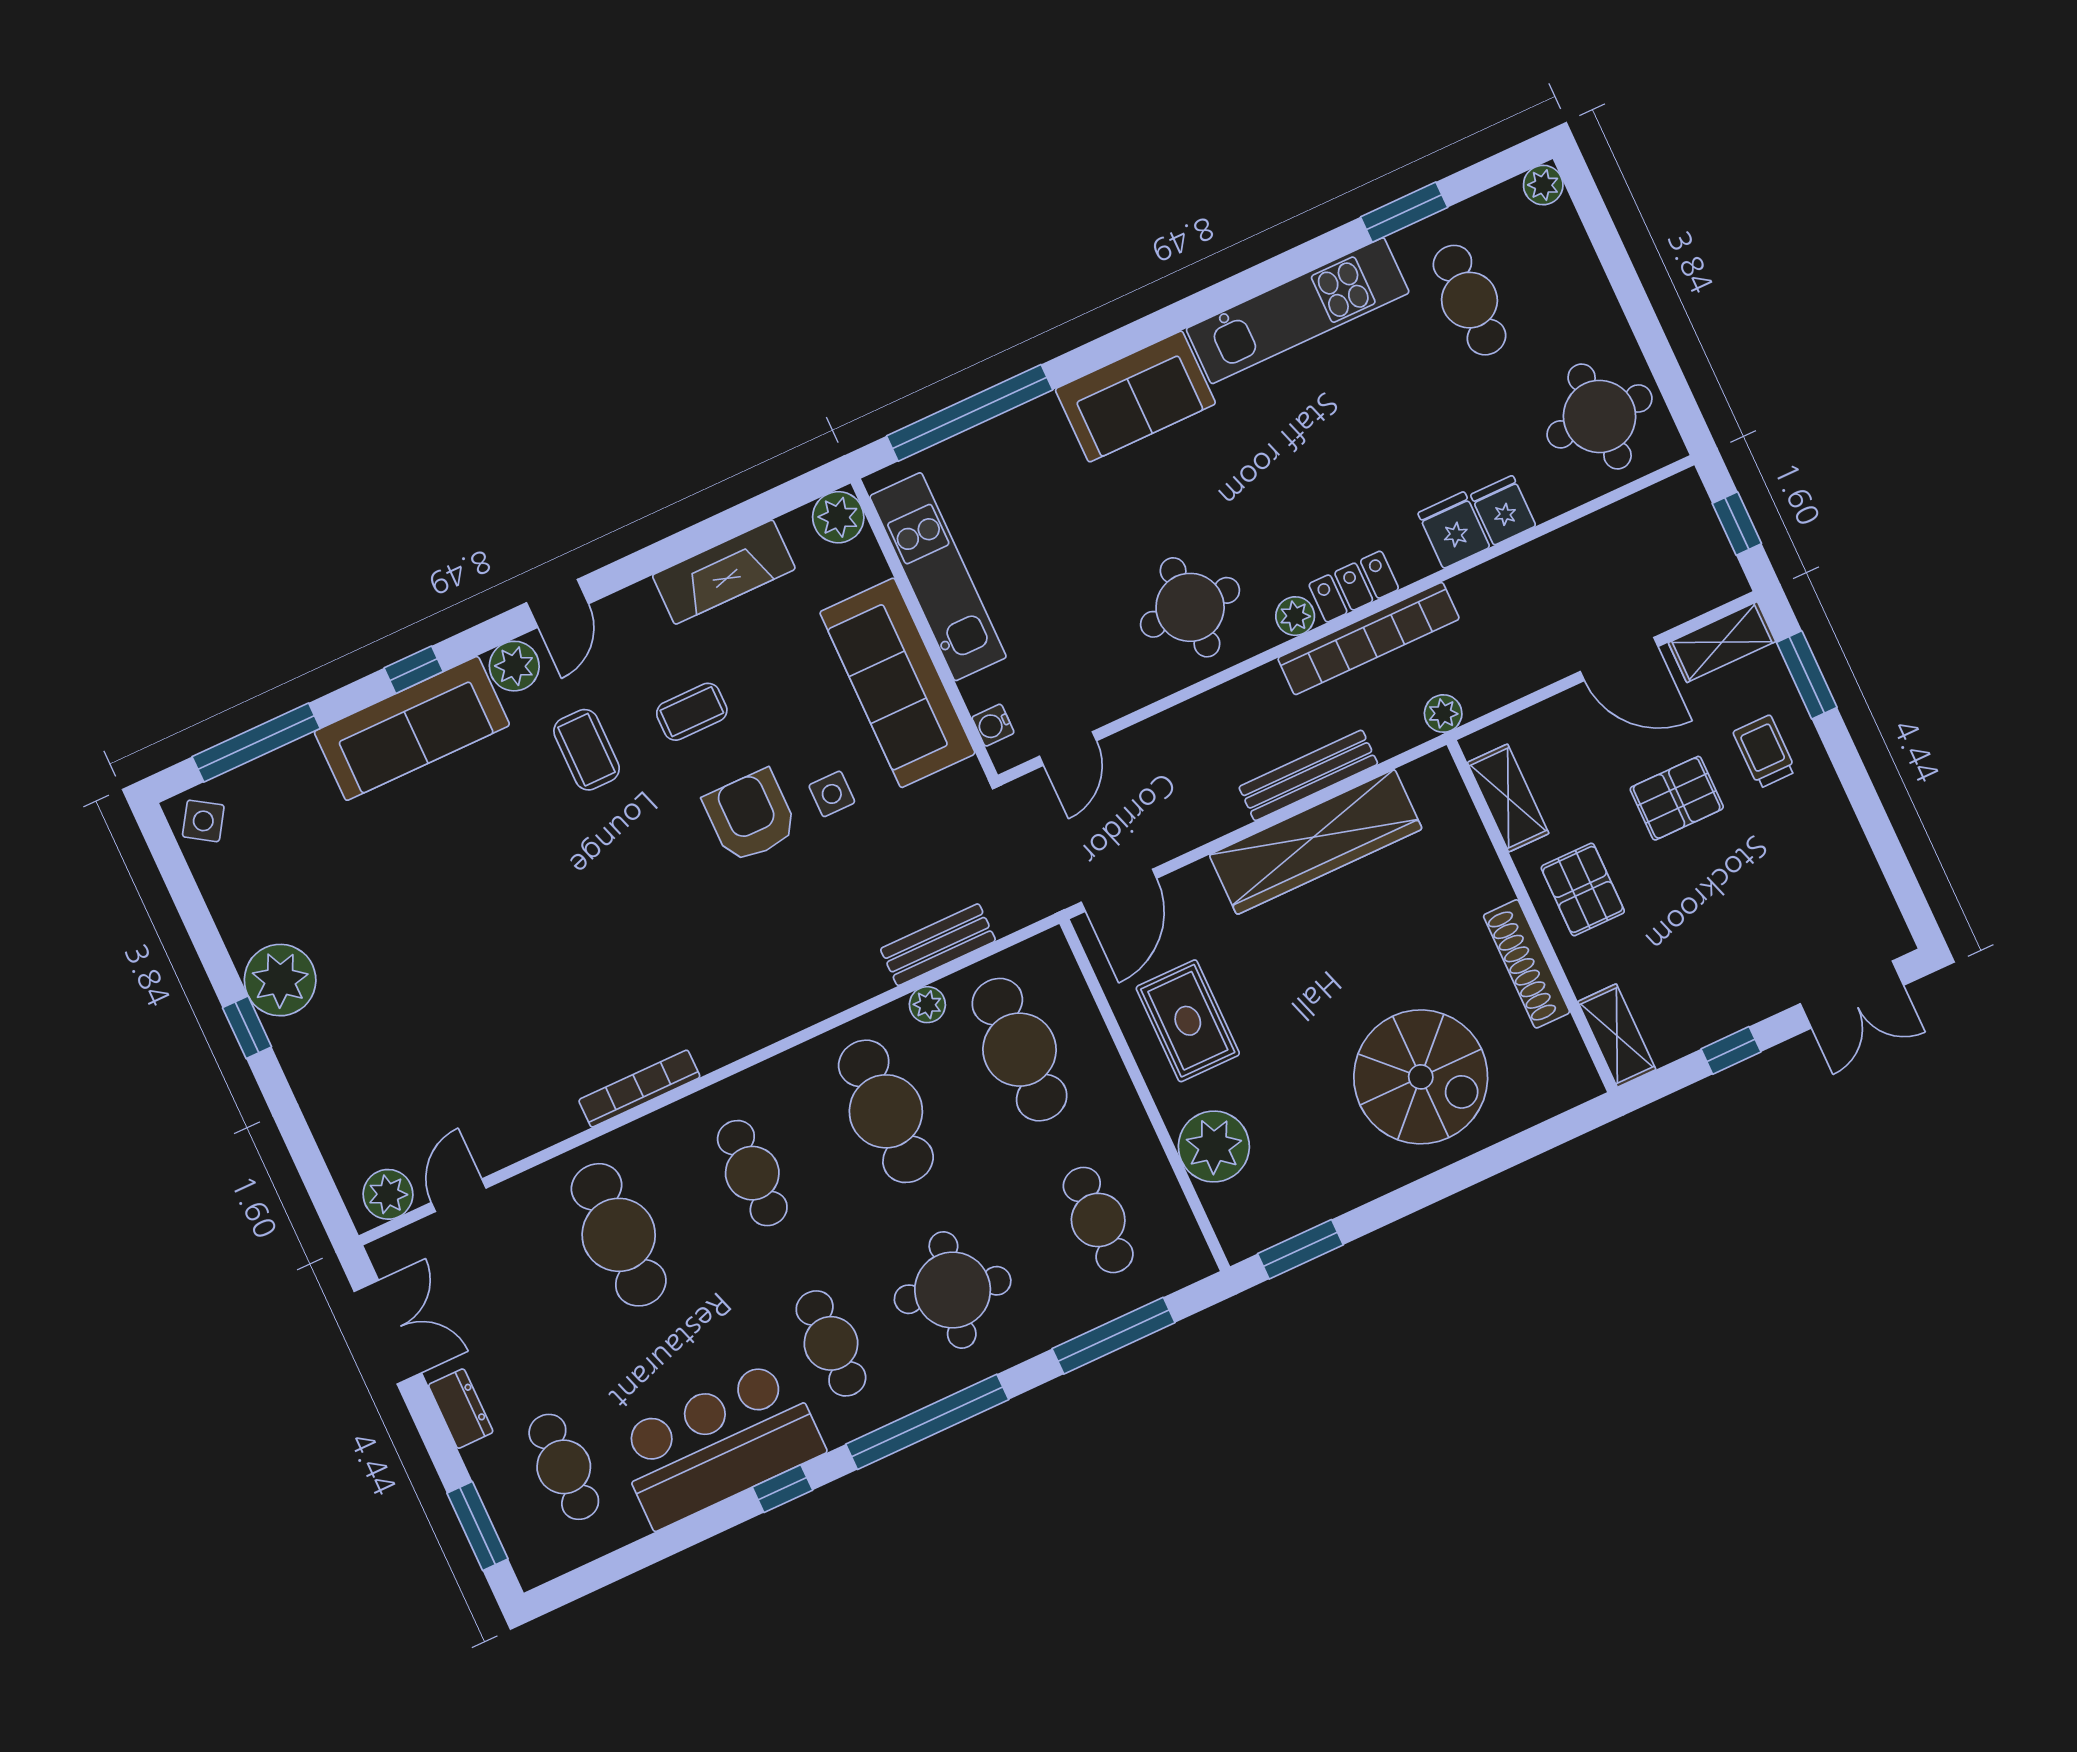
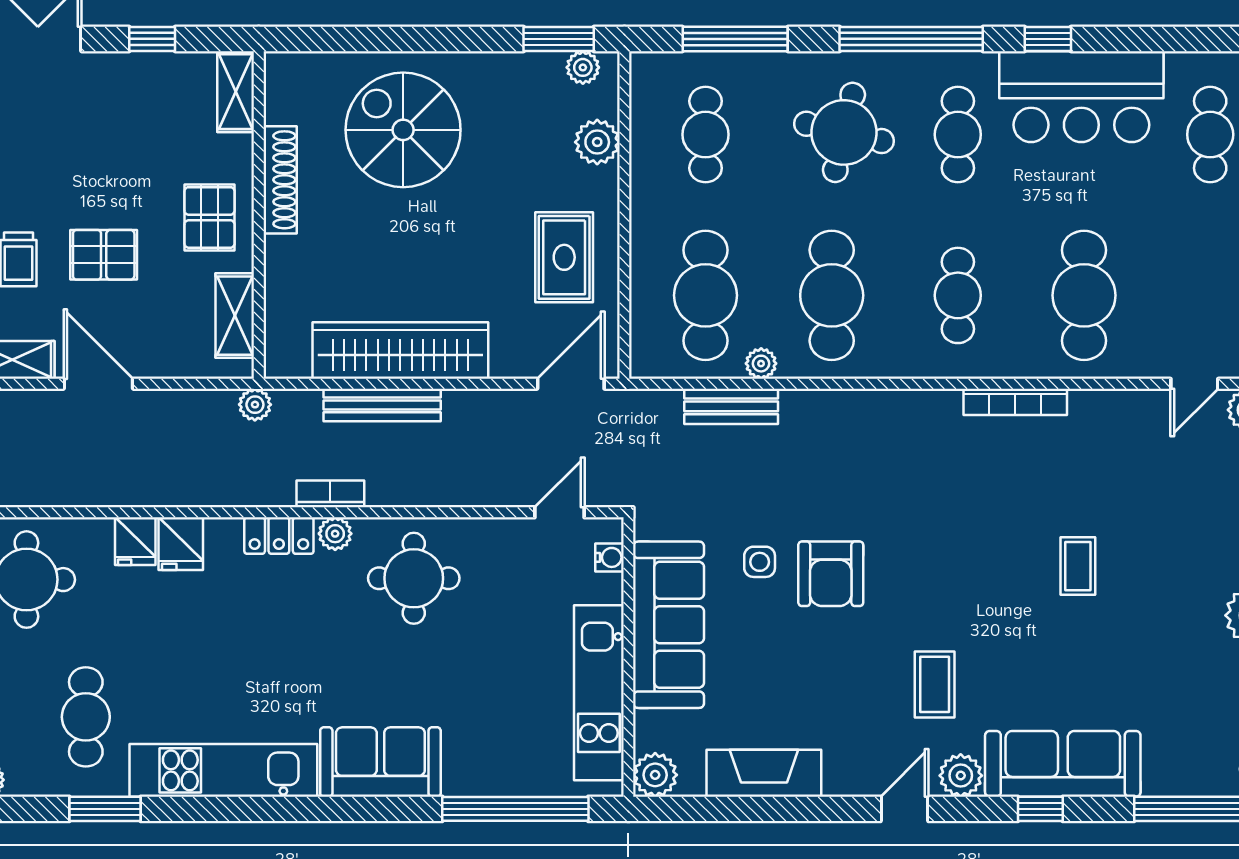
bookcase: (1369, 639) -> (330, 494), width x0.43, depth x0.76
coffee table: (692, 712) -> (1078, 566), moved, turned 90
plant: (1214, 1147) -> (597, 142), width x0.73, depth x0.73
plant: (1261, 1231) -> (583, 67), added

